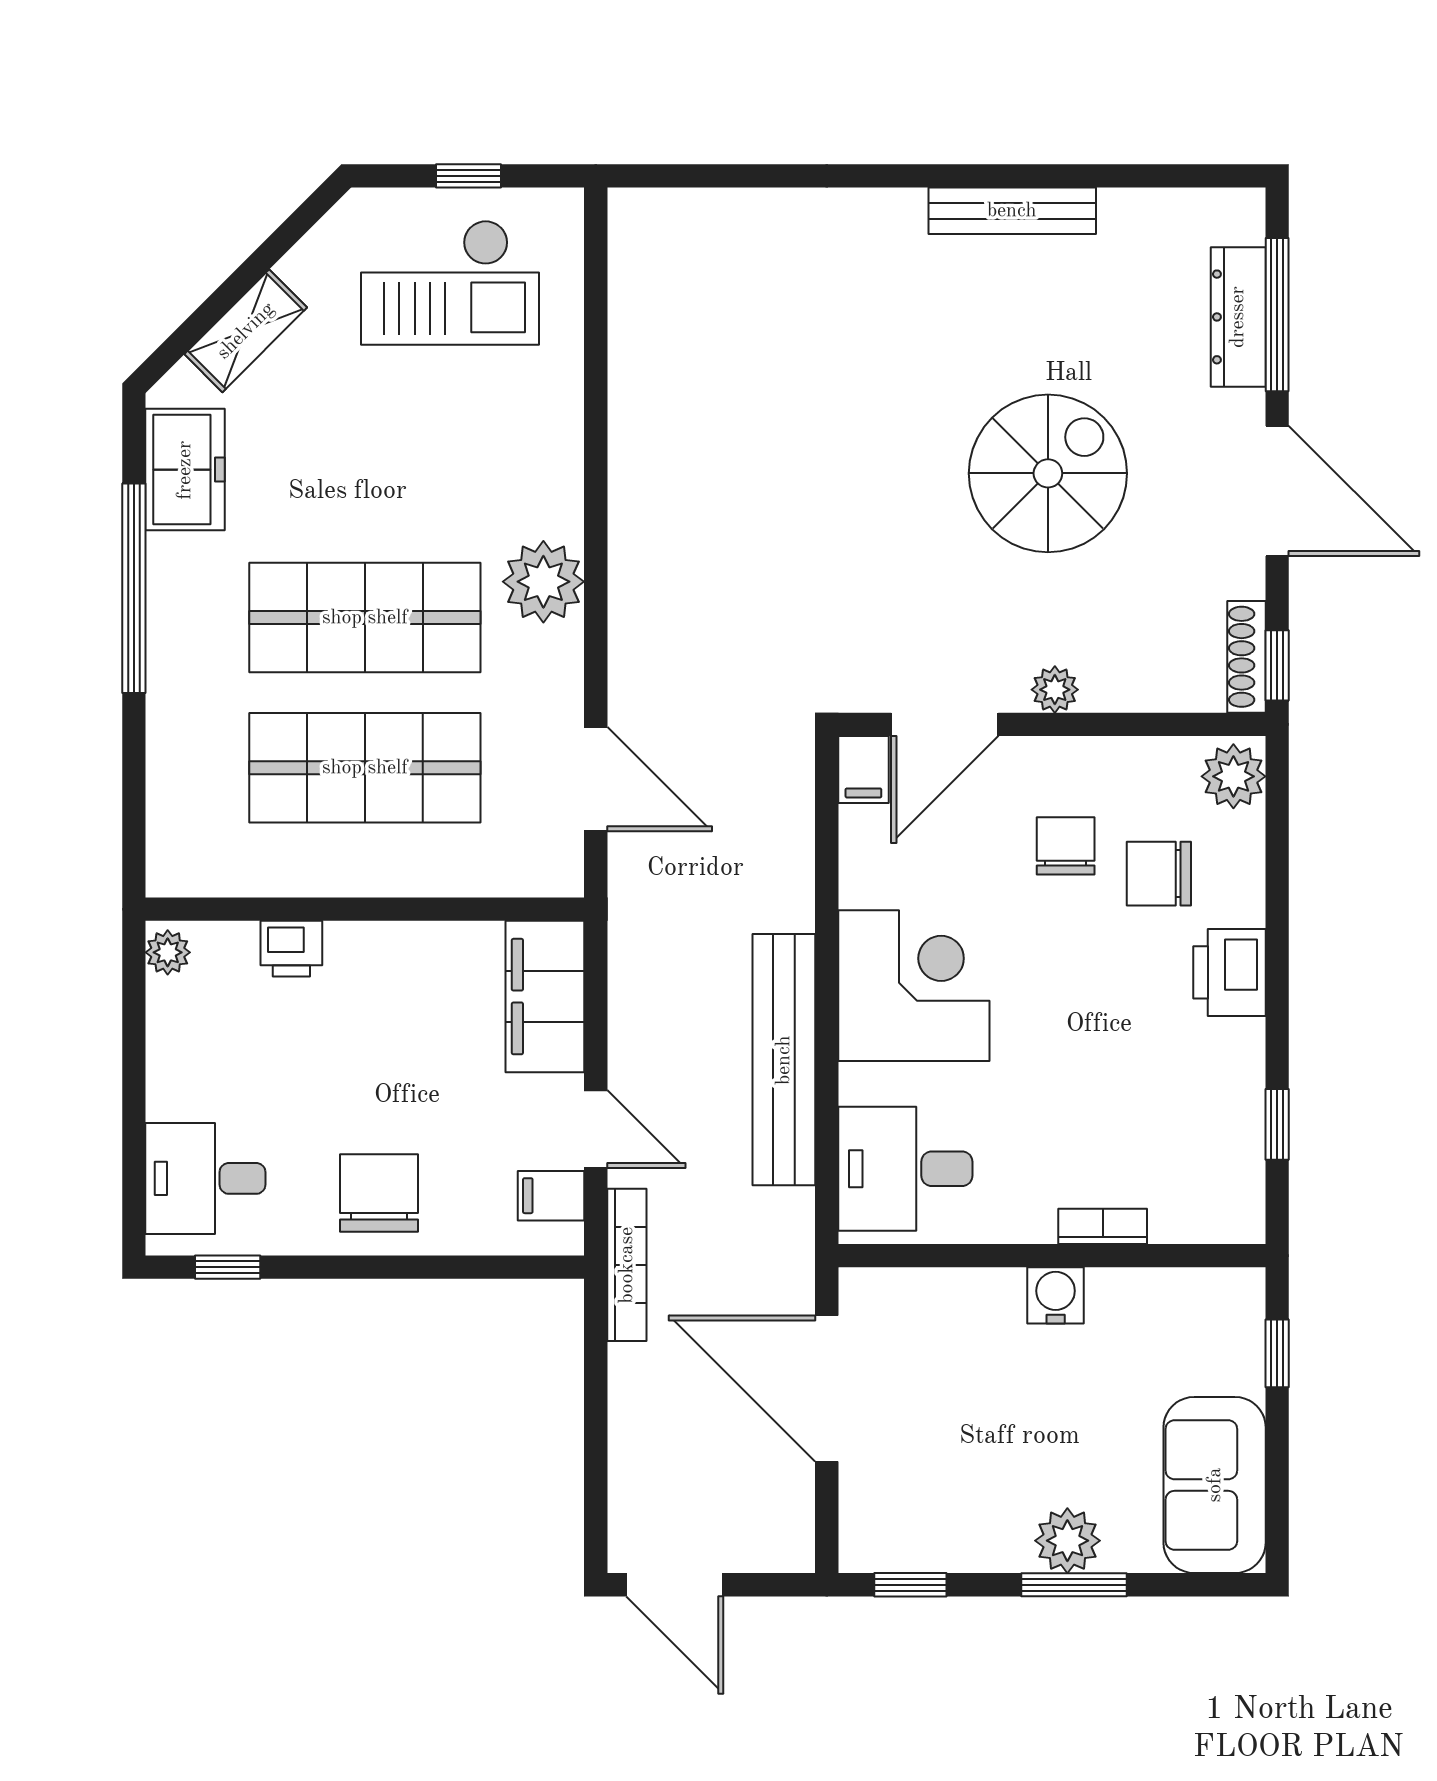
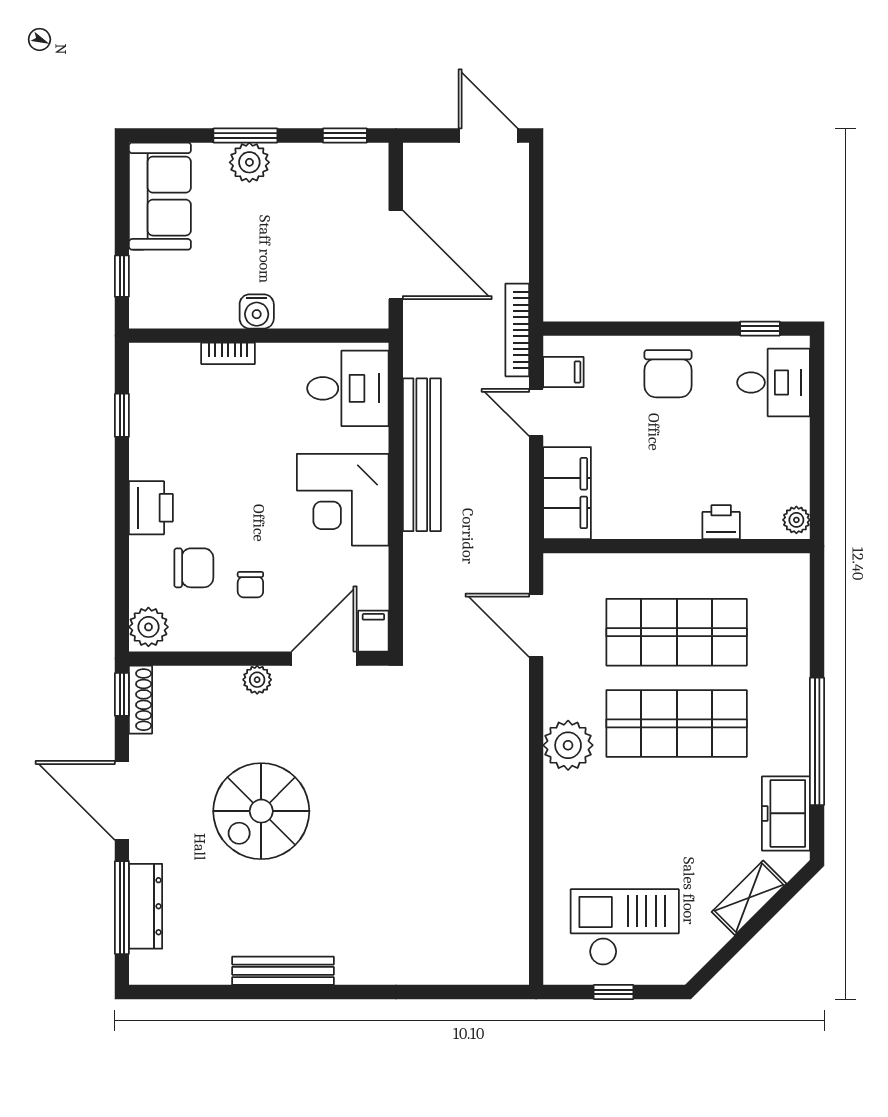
chair: (1066, 846) -> (250, 585), width x0.73, depth x0.73

